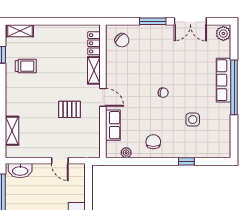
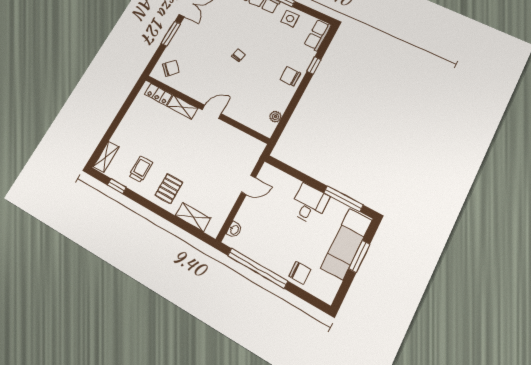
pallet: (70, 109) -> (169, 189), moved
side table: (193, 120) -> (290, 19), moved
row of seats: (113, 125) -> (318, 35), moved, turned -90
chair: (153, 142) -> (290, 76), moved
washbasin: (20, 171) -> (234, 230), width x0.52, depth x0.69

